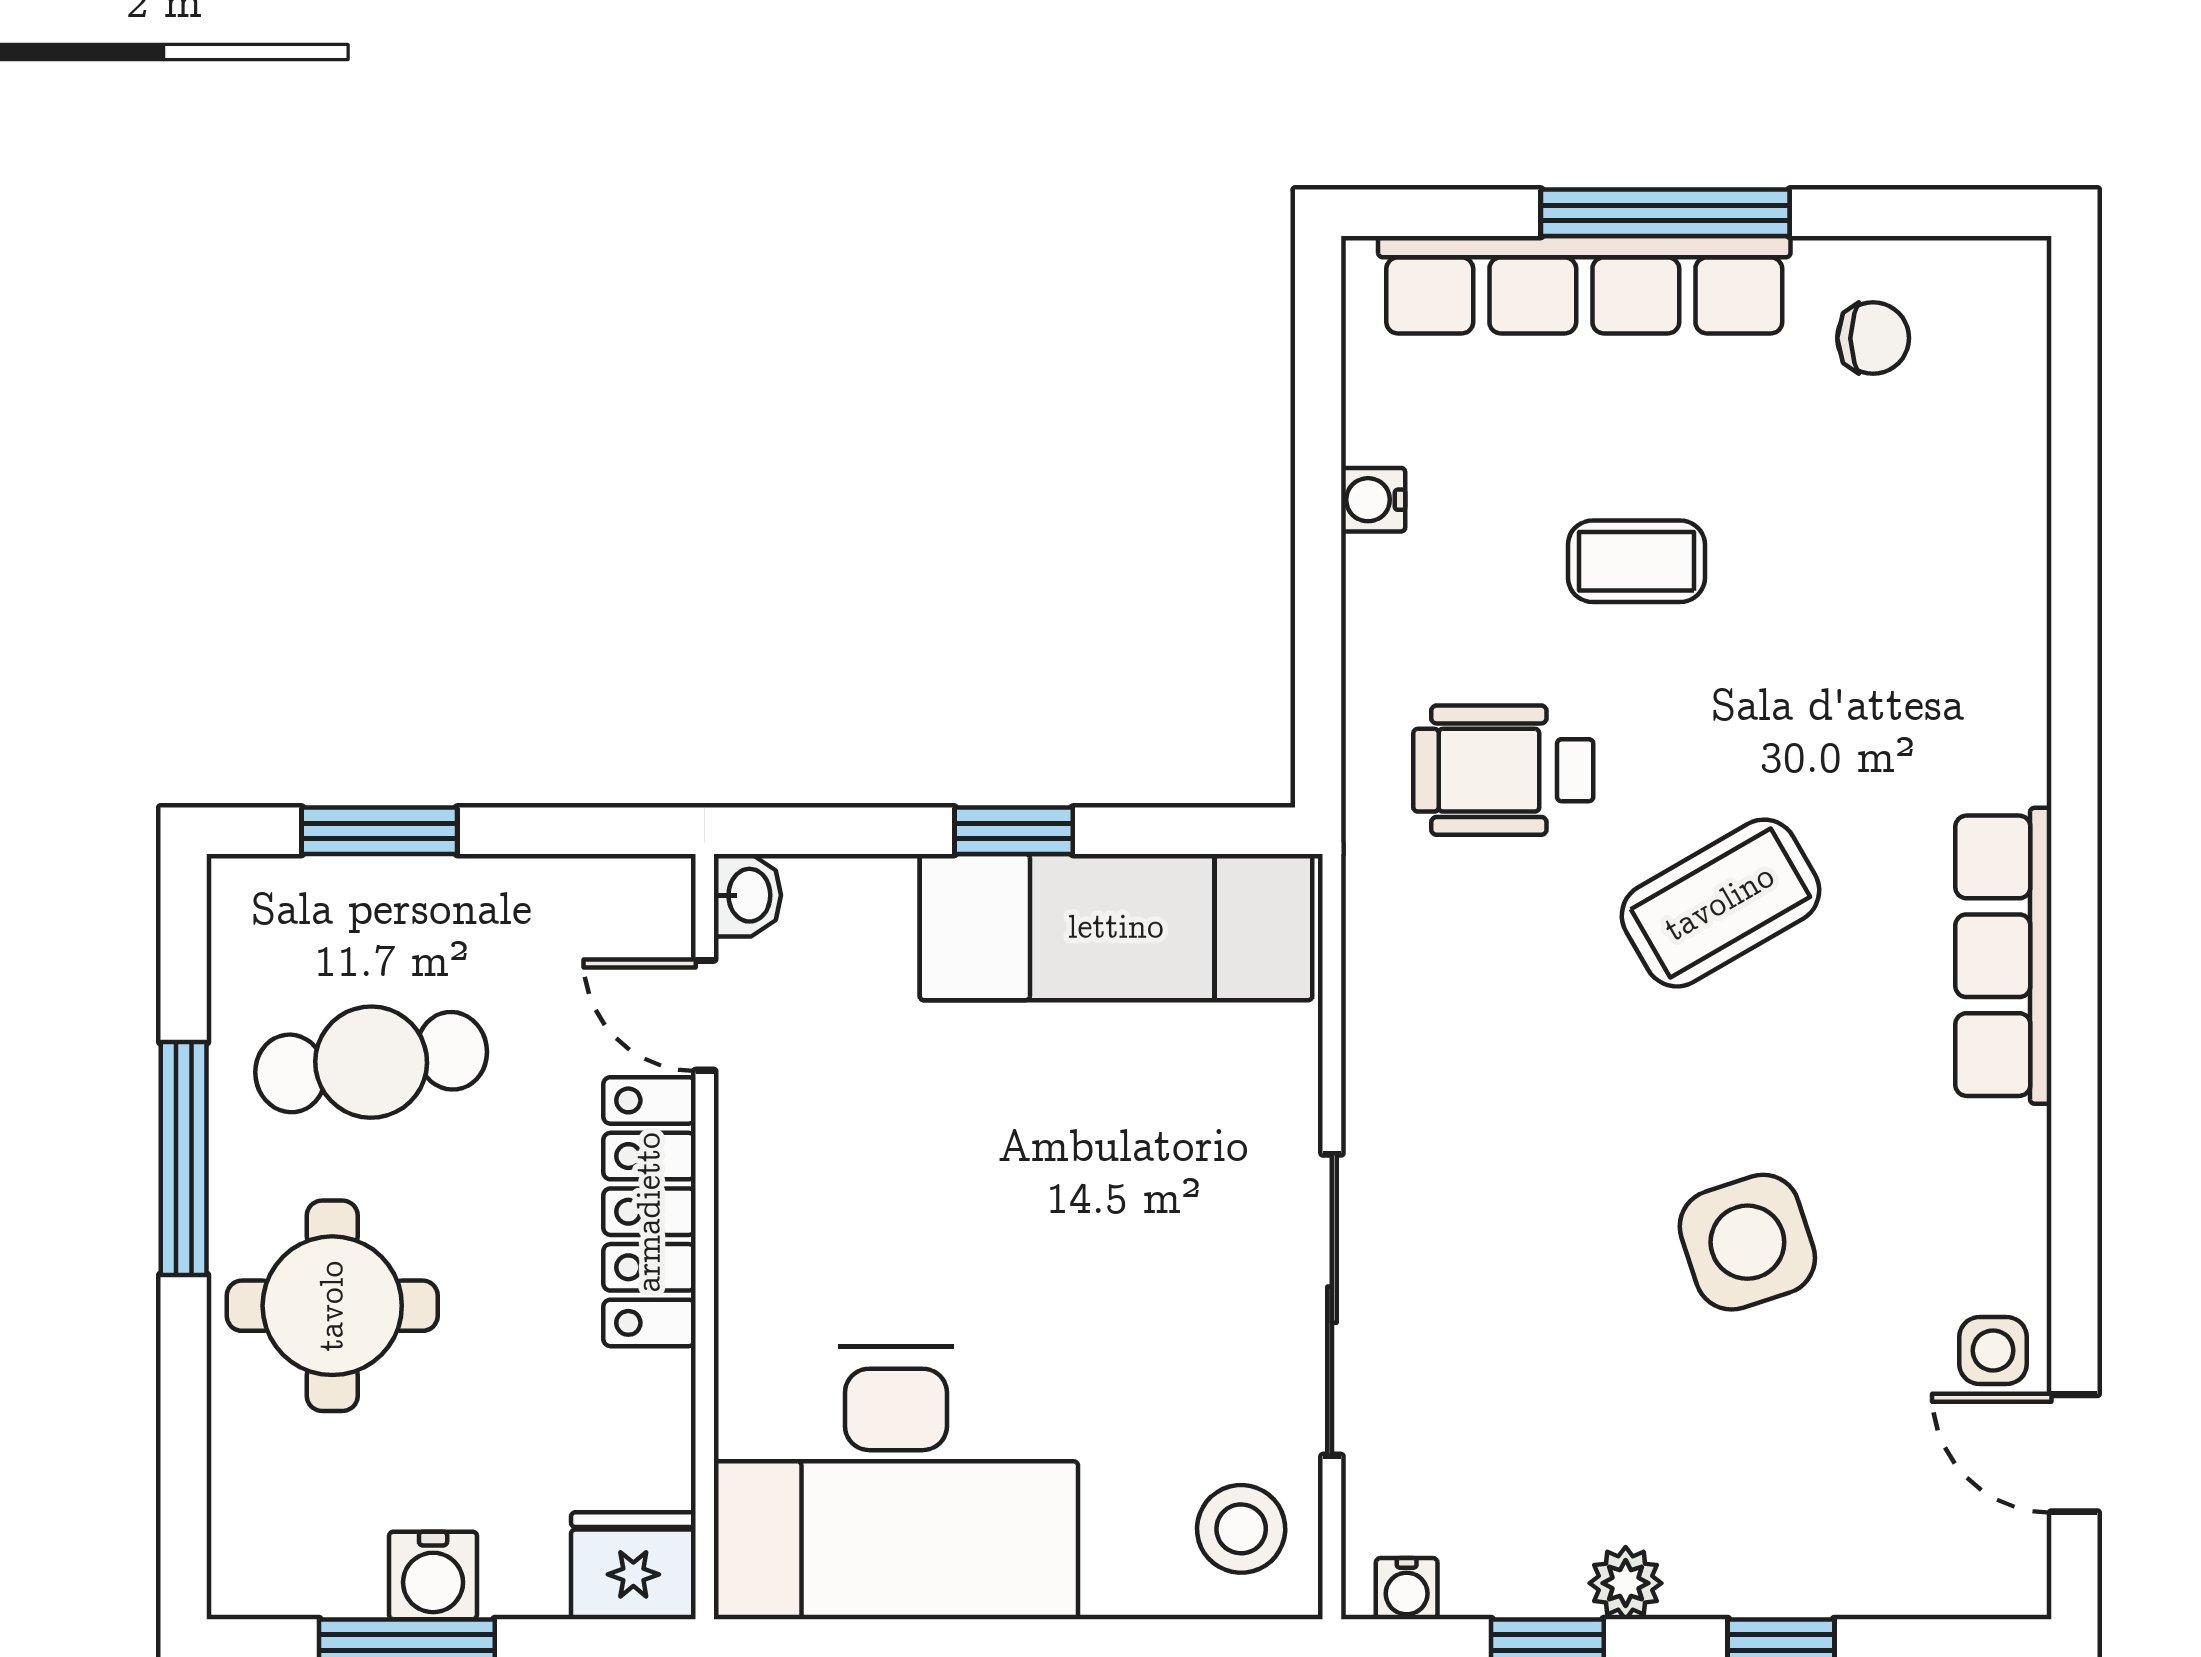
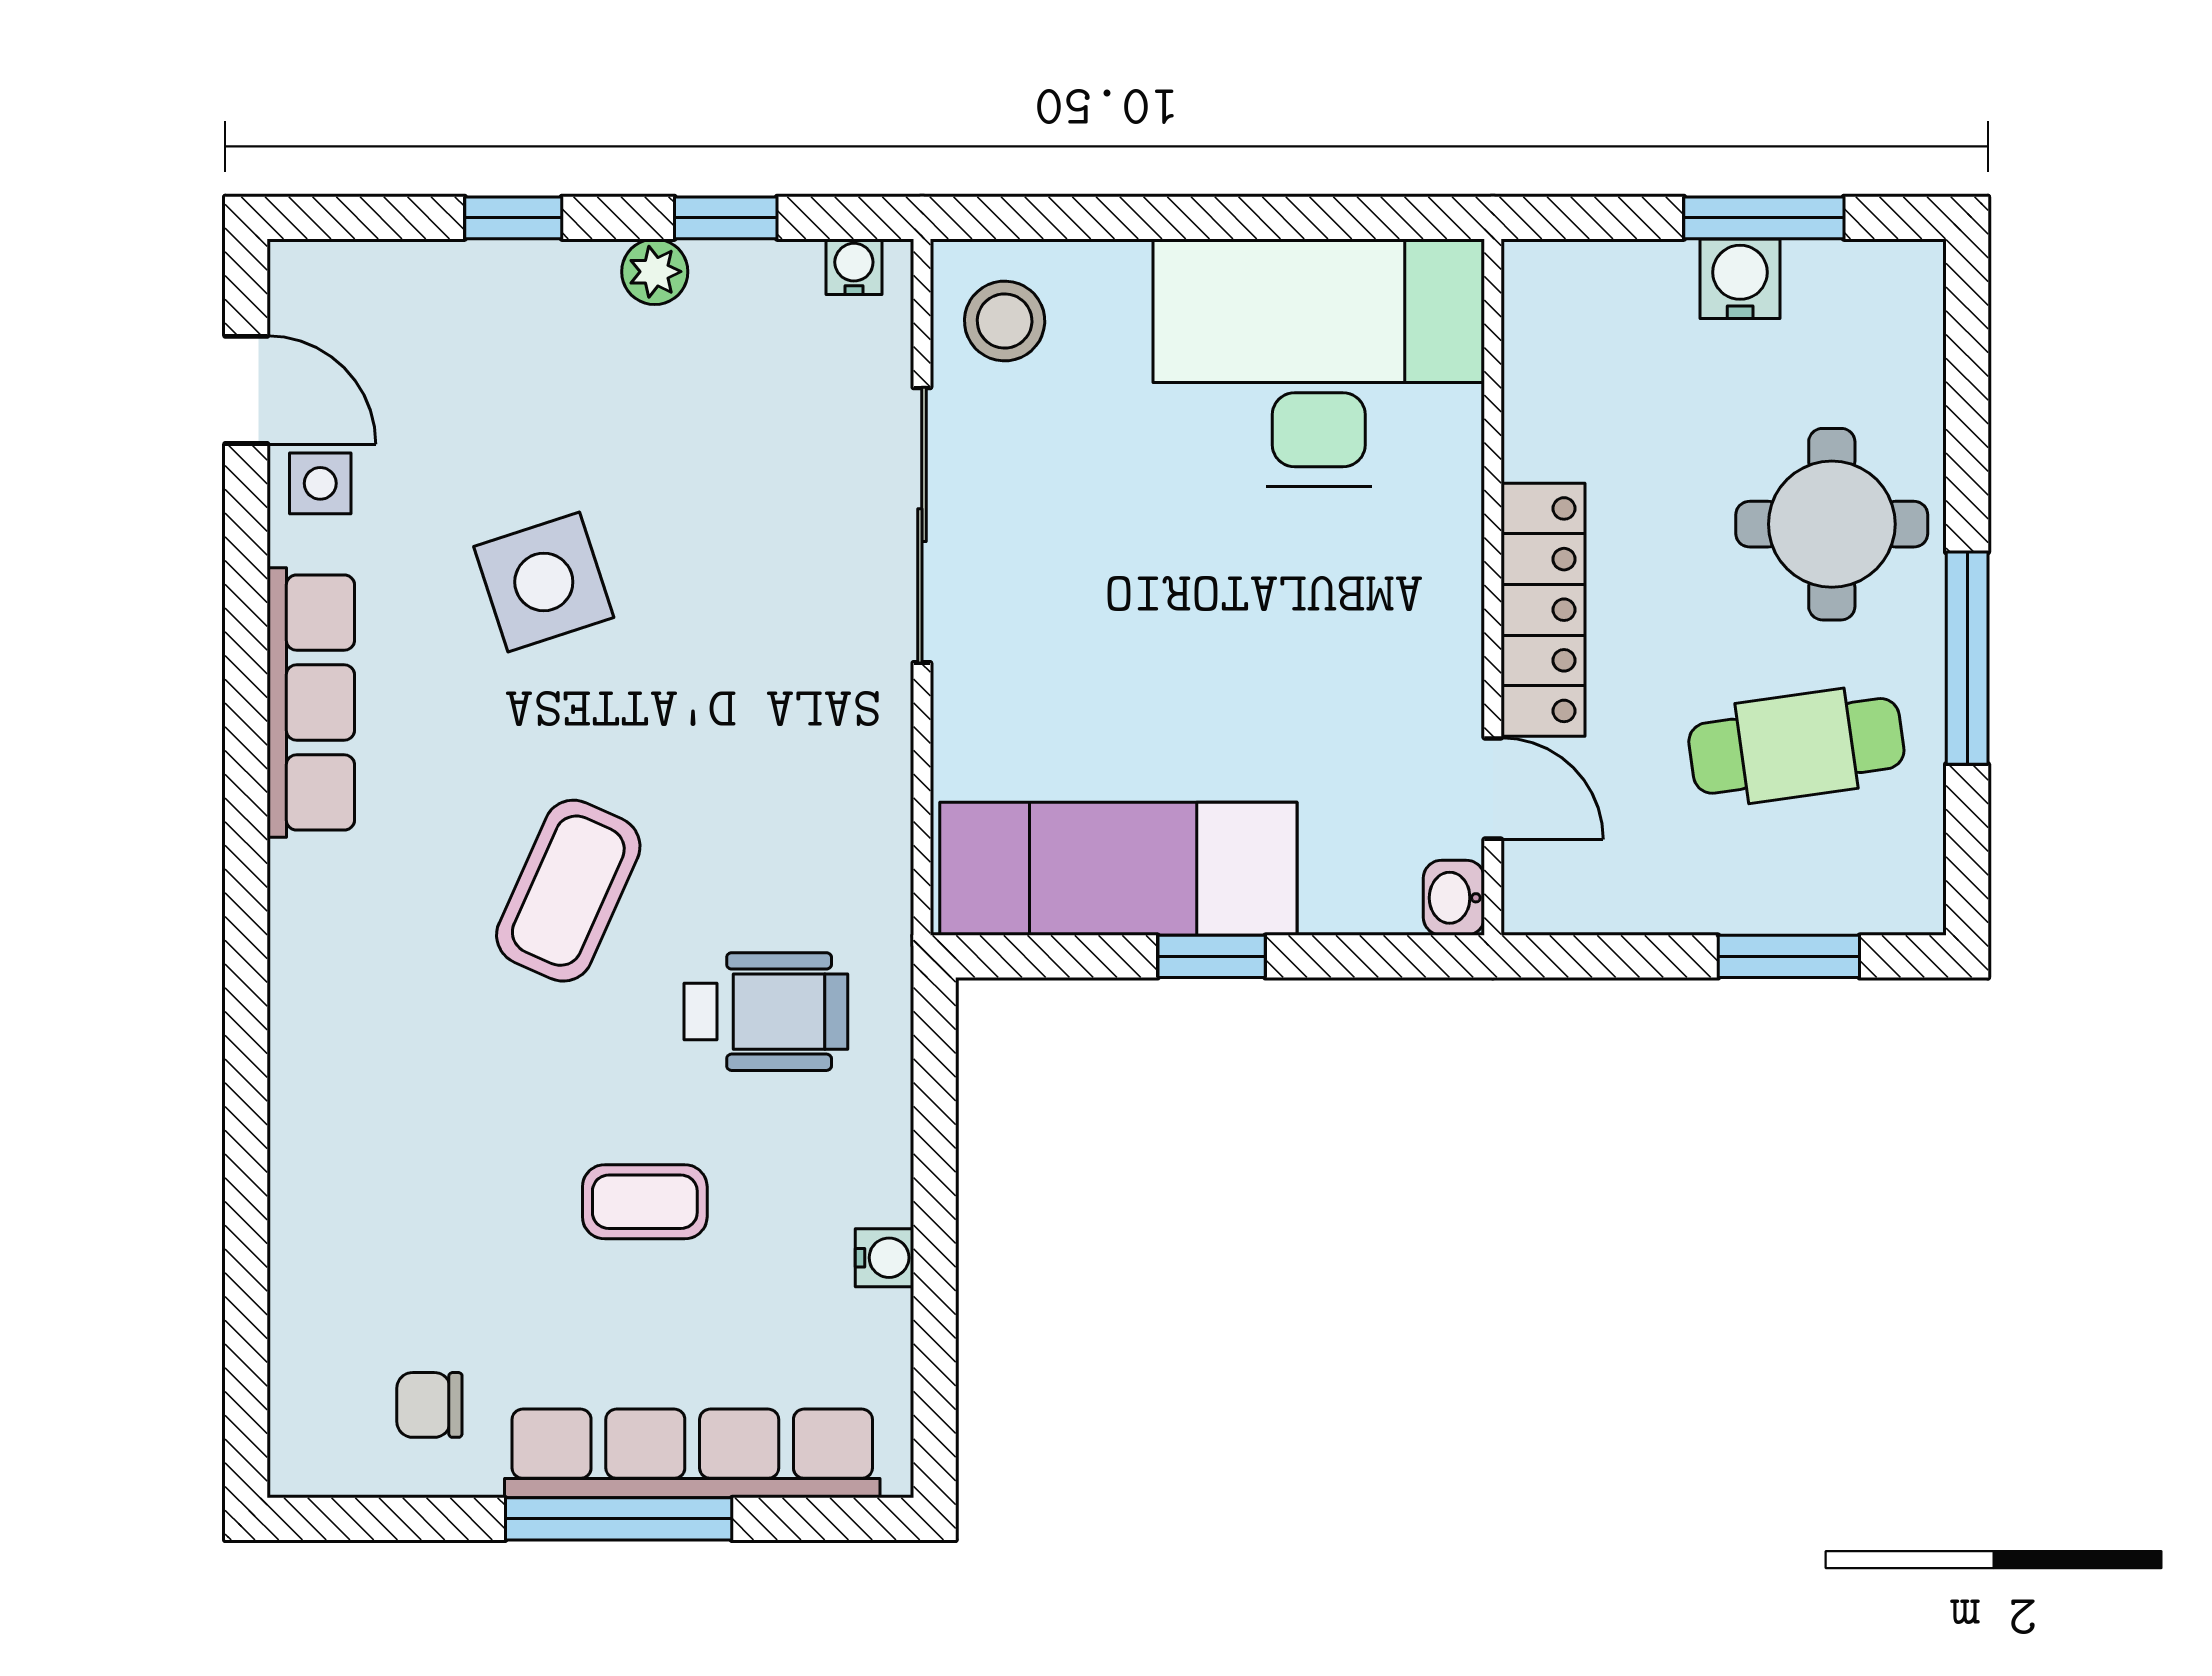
coffee table: (1720, 903) -> (568, 891), turned -36
row of seats: (2003, 956) -> (311, 703), moved
fridge: (633, 1566) -> (1558, 287), removed

